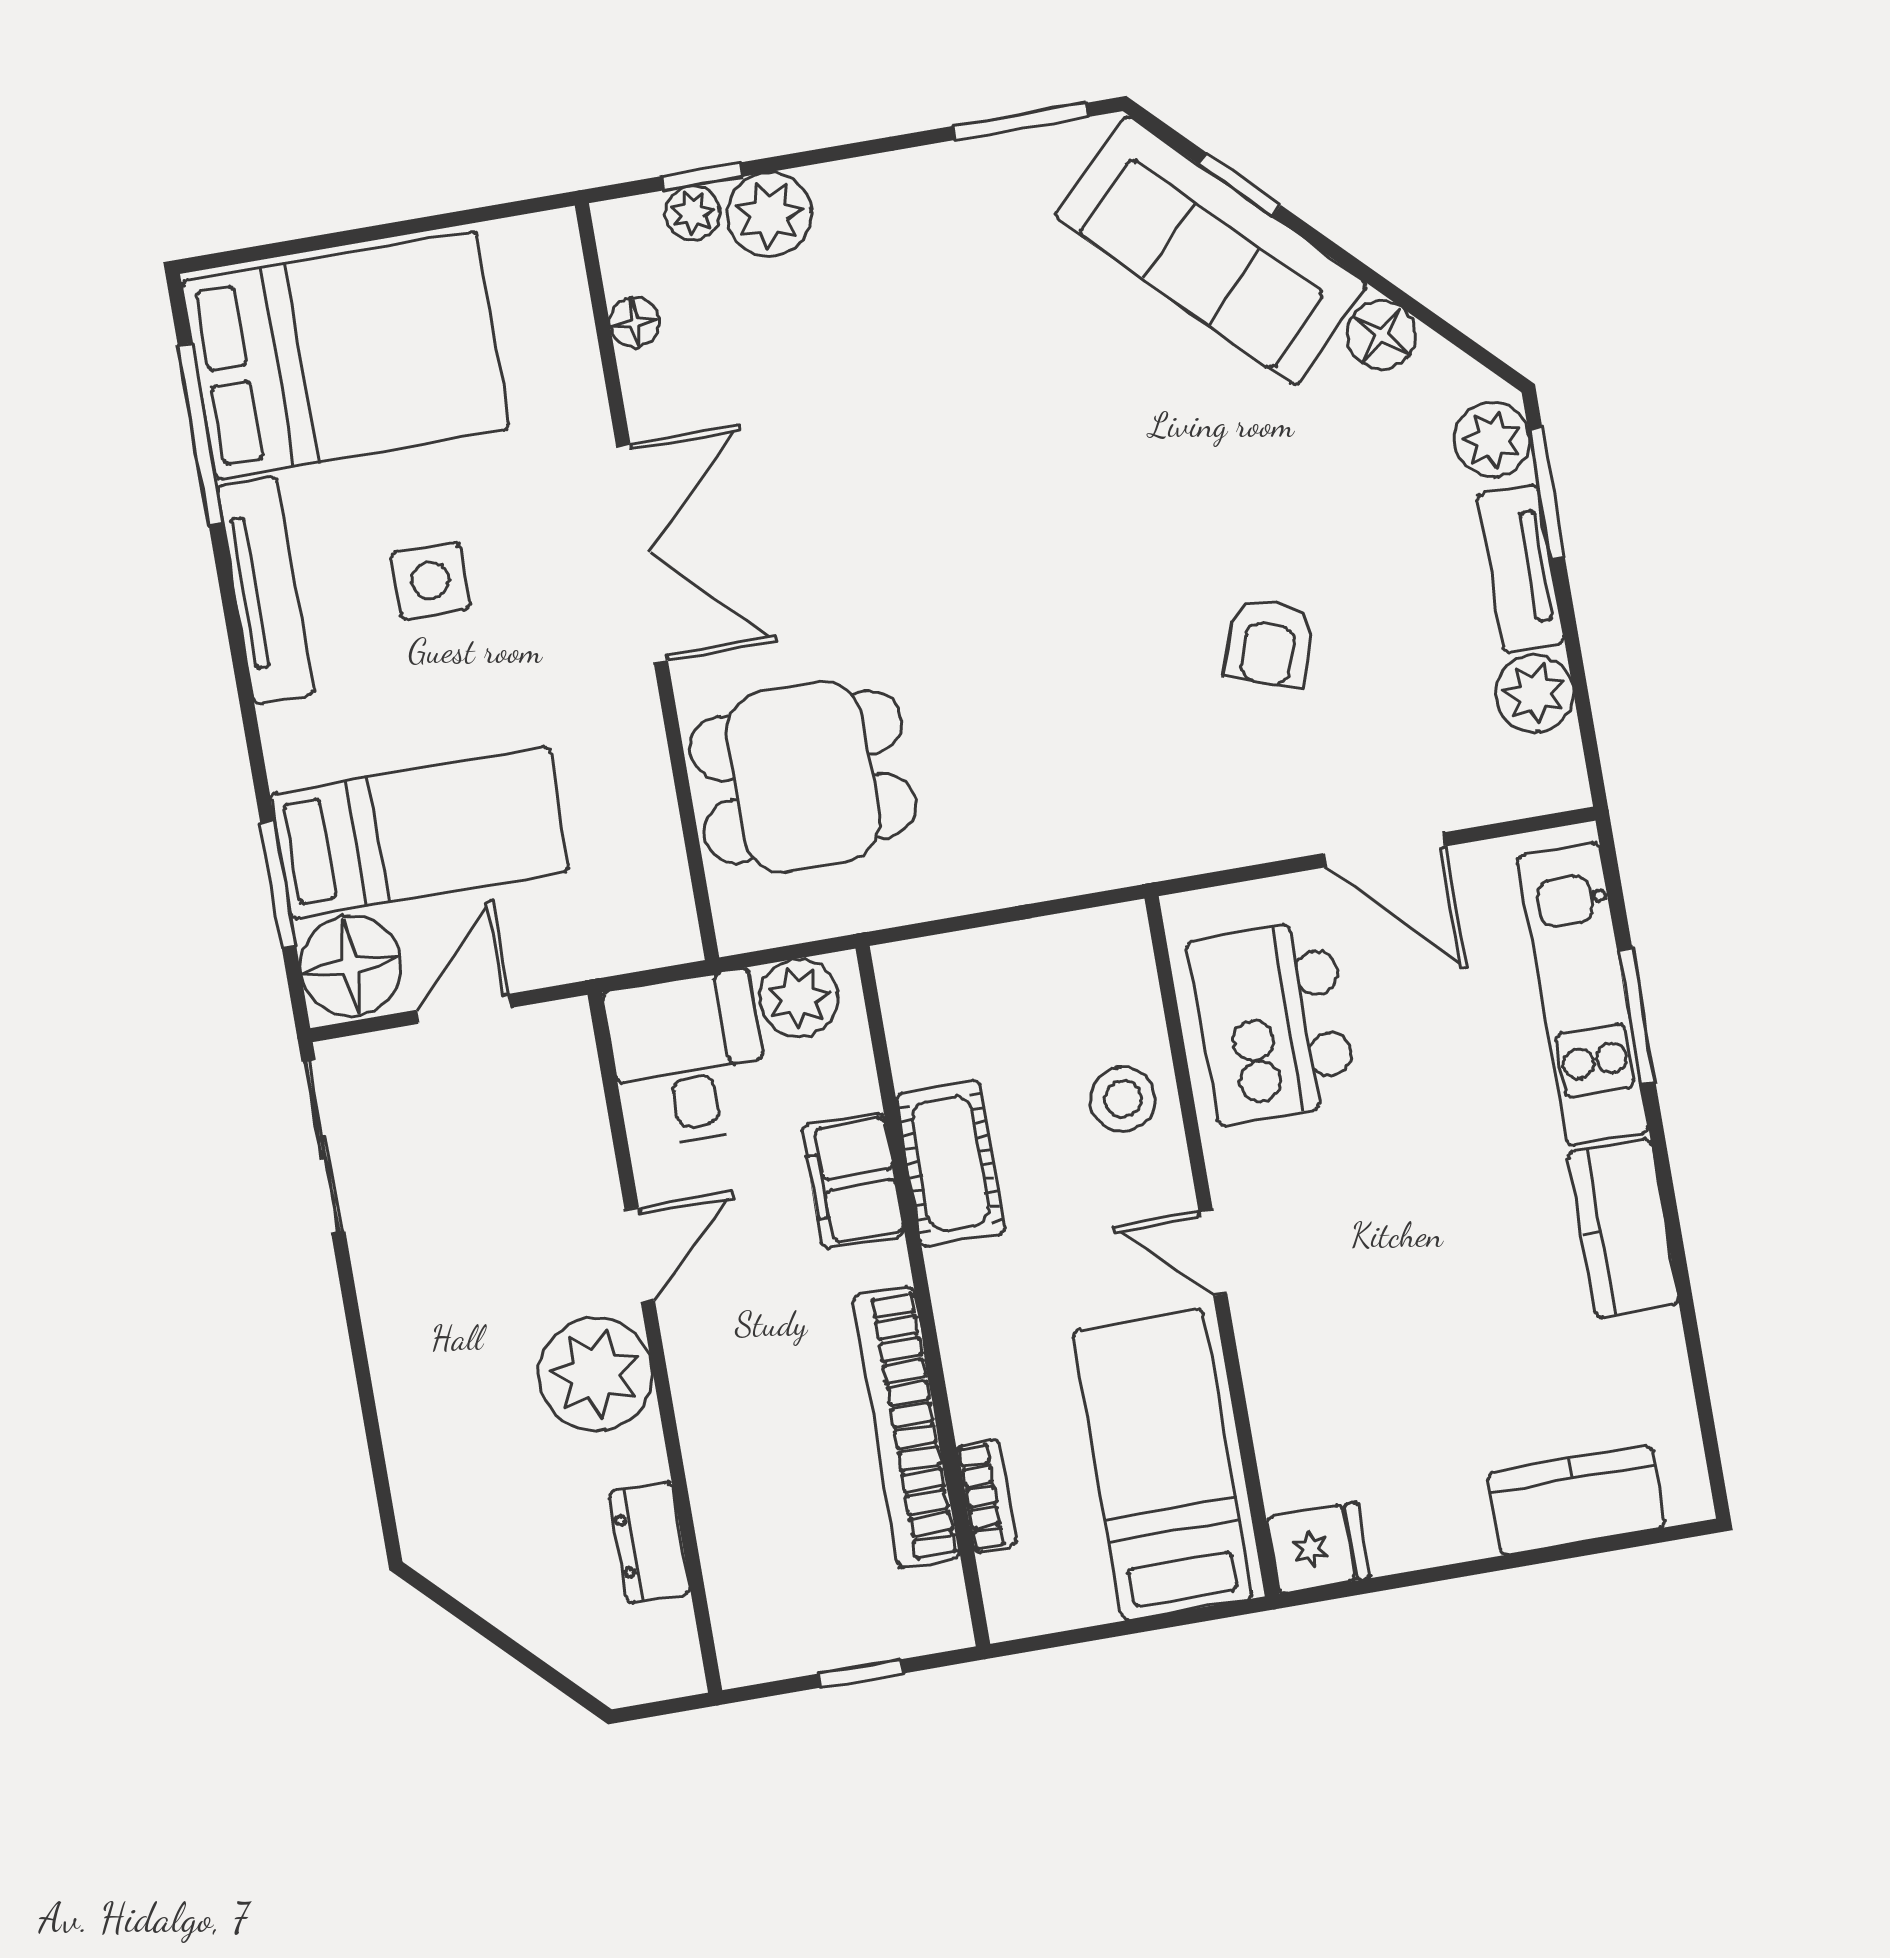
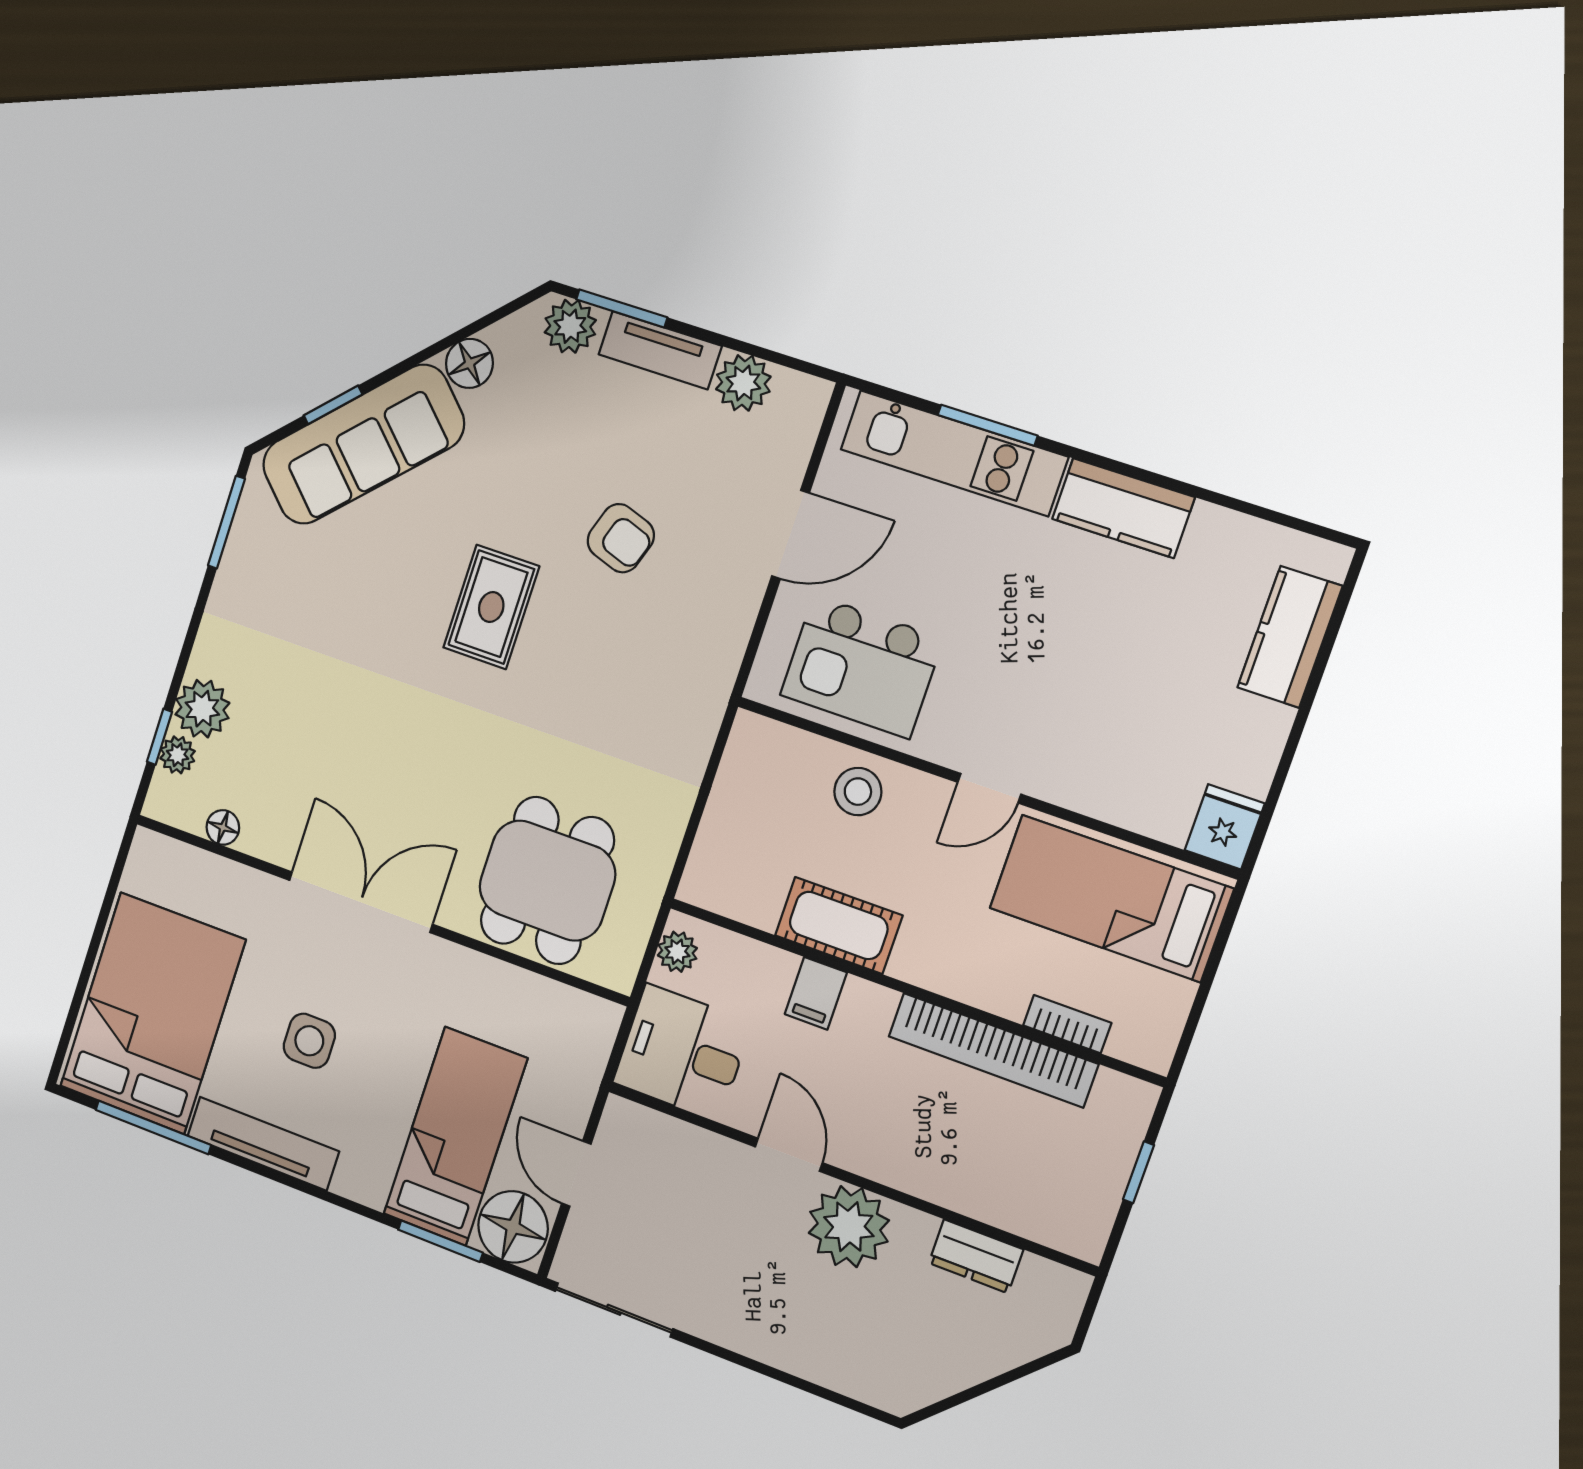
rug: (1099, 524) -> (491, 607), added
plant: (799, 998) -> (677, 952), width x0.73, depth x0.73
filing cabinet: (853, 1181) -> (816, 993), width x0.50

